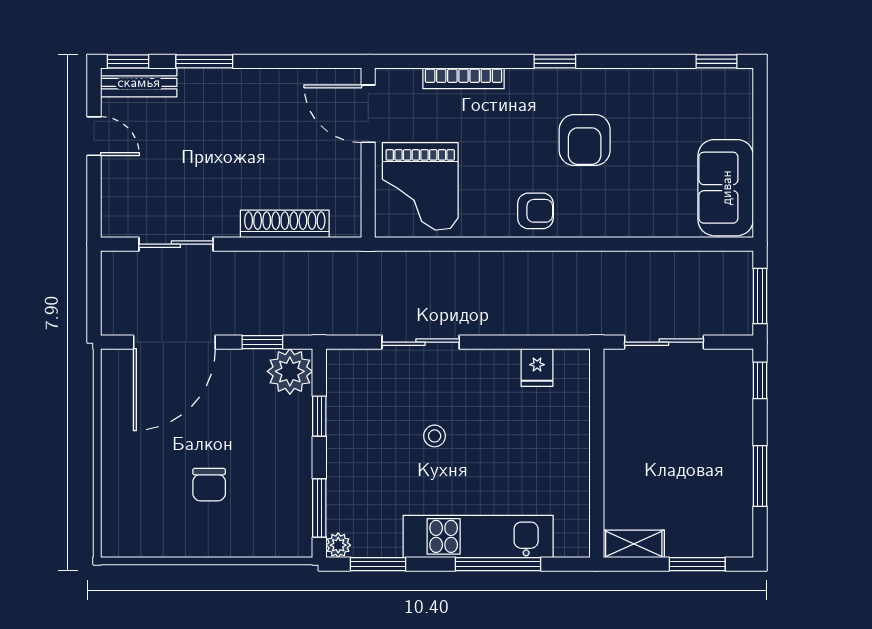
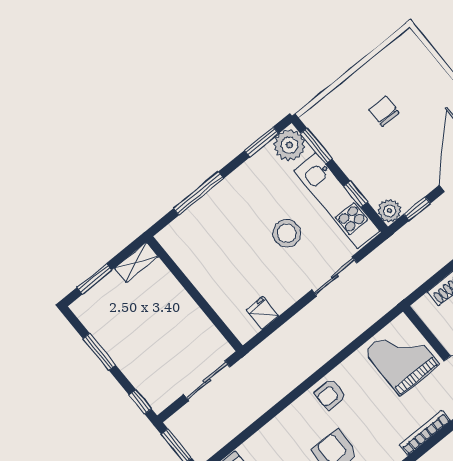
plant: (290, 371) -> (390, 211), width x0.73, depth x0.73
stool: (435, 436) -> (287, 233), width x1.89, depth x1.89
kitchen unit: (478, 536) -> (337, 201), moved, turned 90
plant: (338, 545) -> (289, 145), width x1.88, depth x1.88

